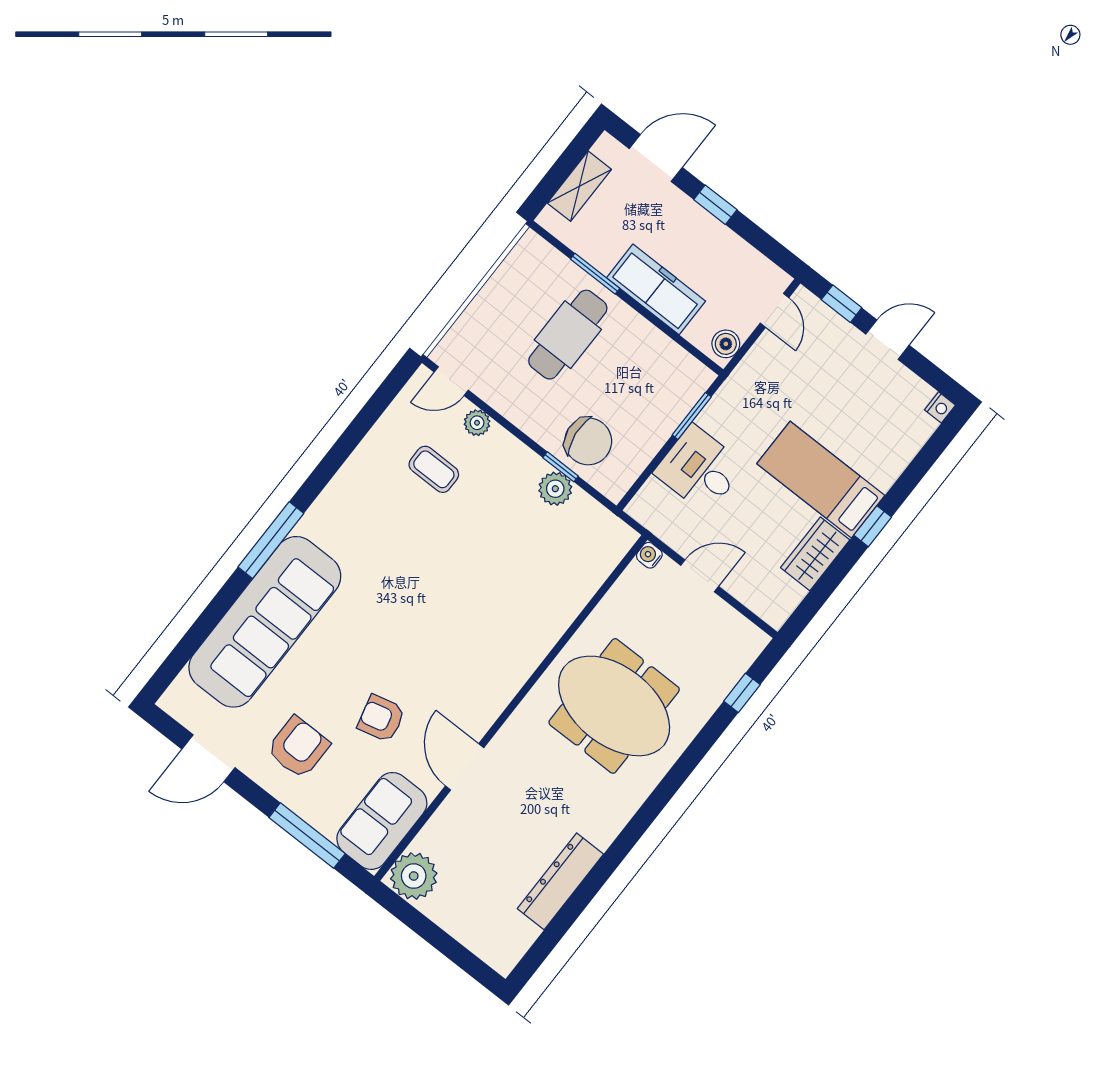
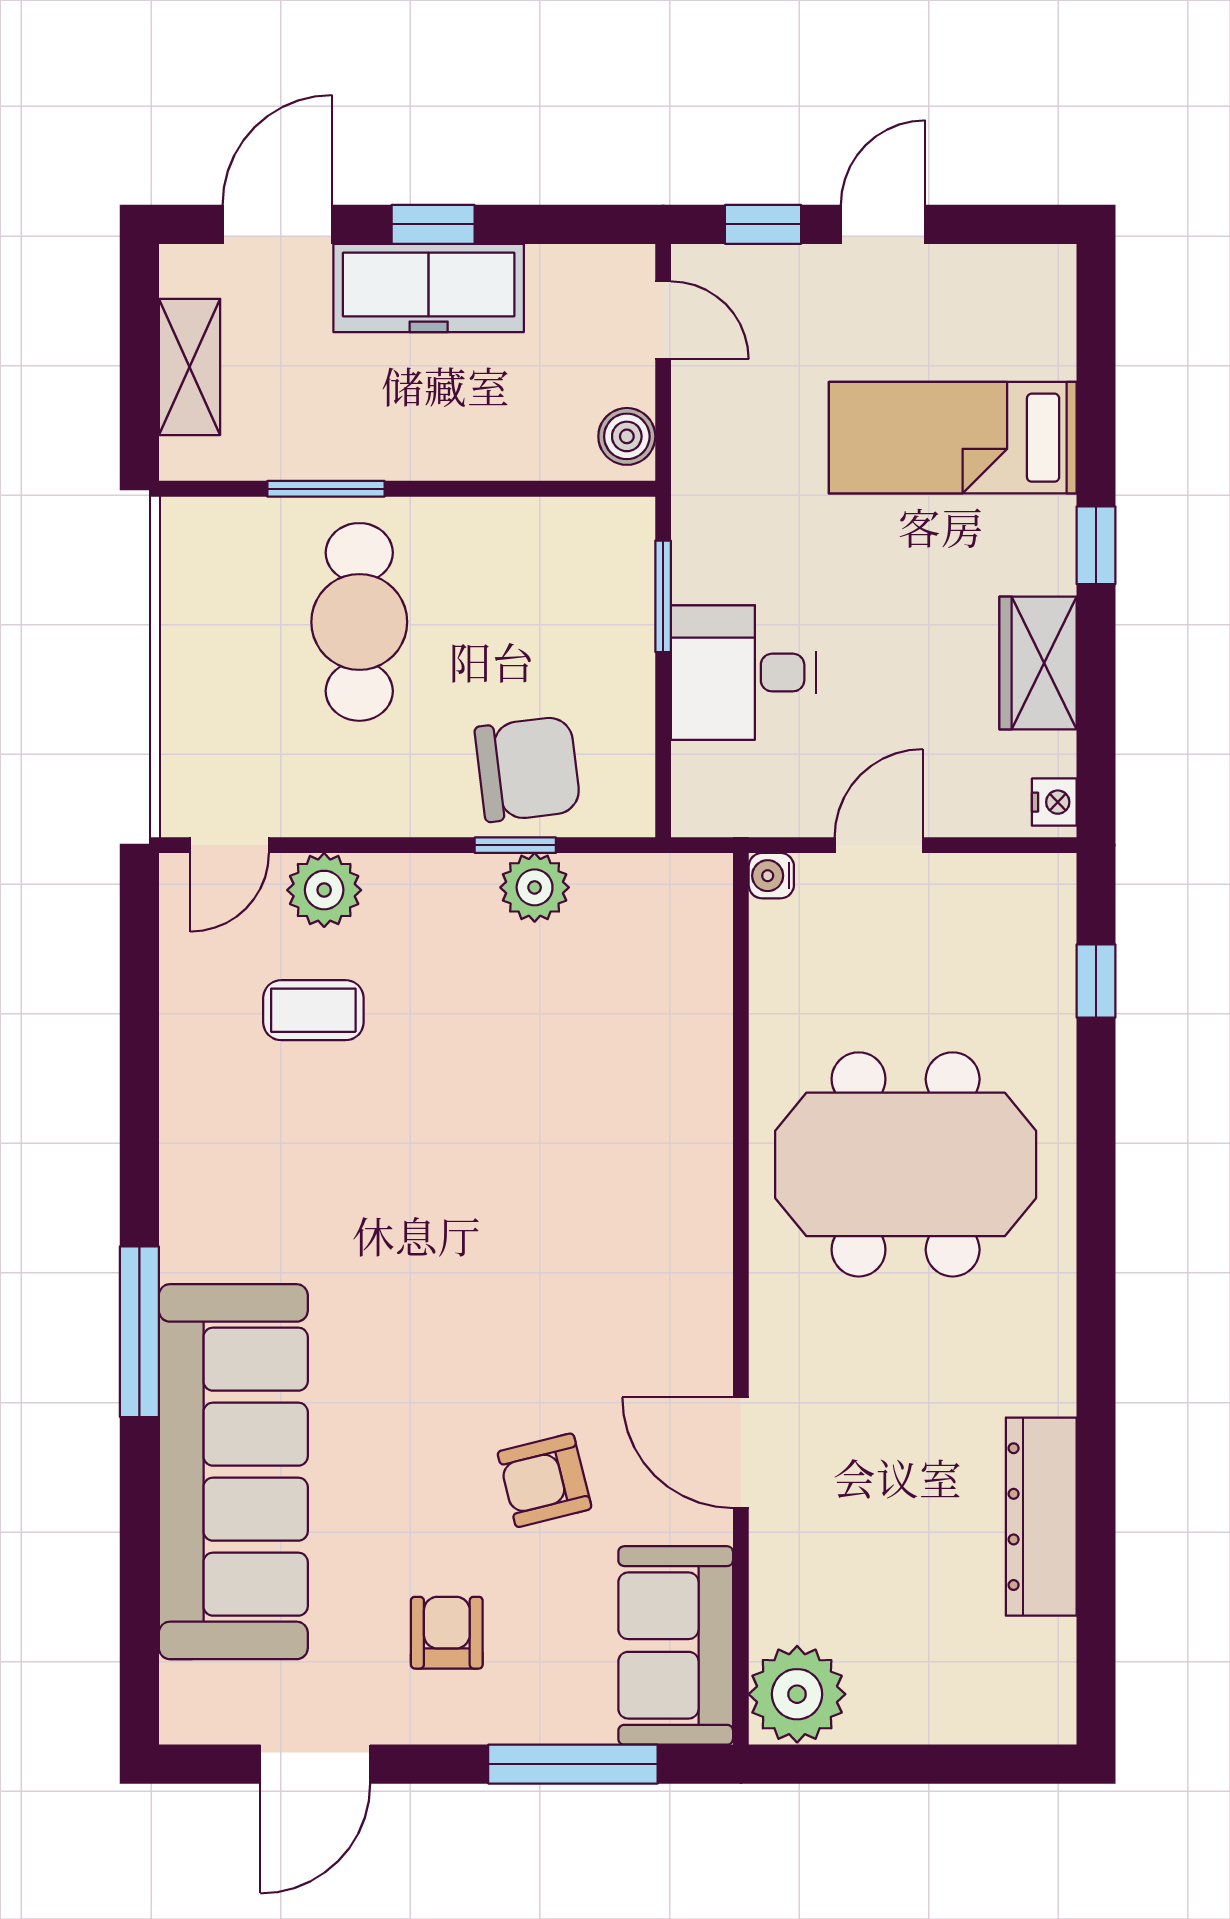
freezer: (656, 289) -> (429, 288), moved, turned 180
nightstand: (940, 407) -> (1054, 802), moved
plant: (477, 423) -> (324, 890), width x1.38, depth x1.38
bed: (821, 480) -> (953, 438), moved
armchair: (298, 747) -> (447, 1633), width x0.72, depth x0.72

